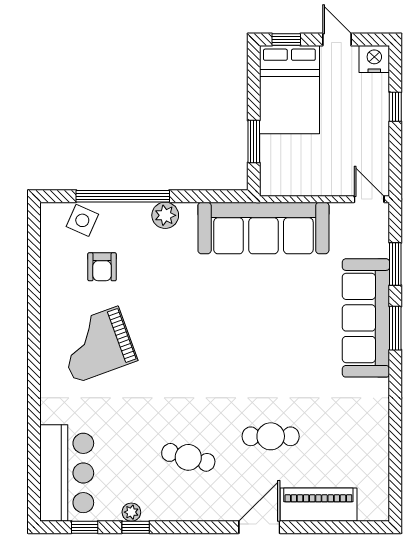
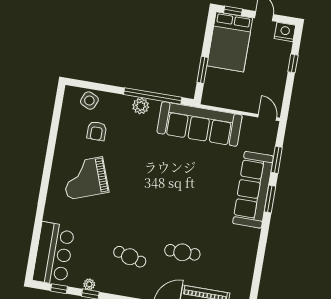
window: (123, 196) -> (153, 96), moved

